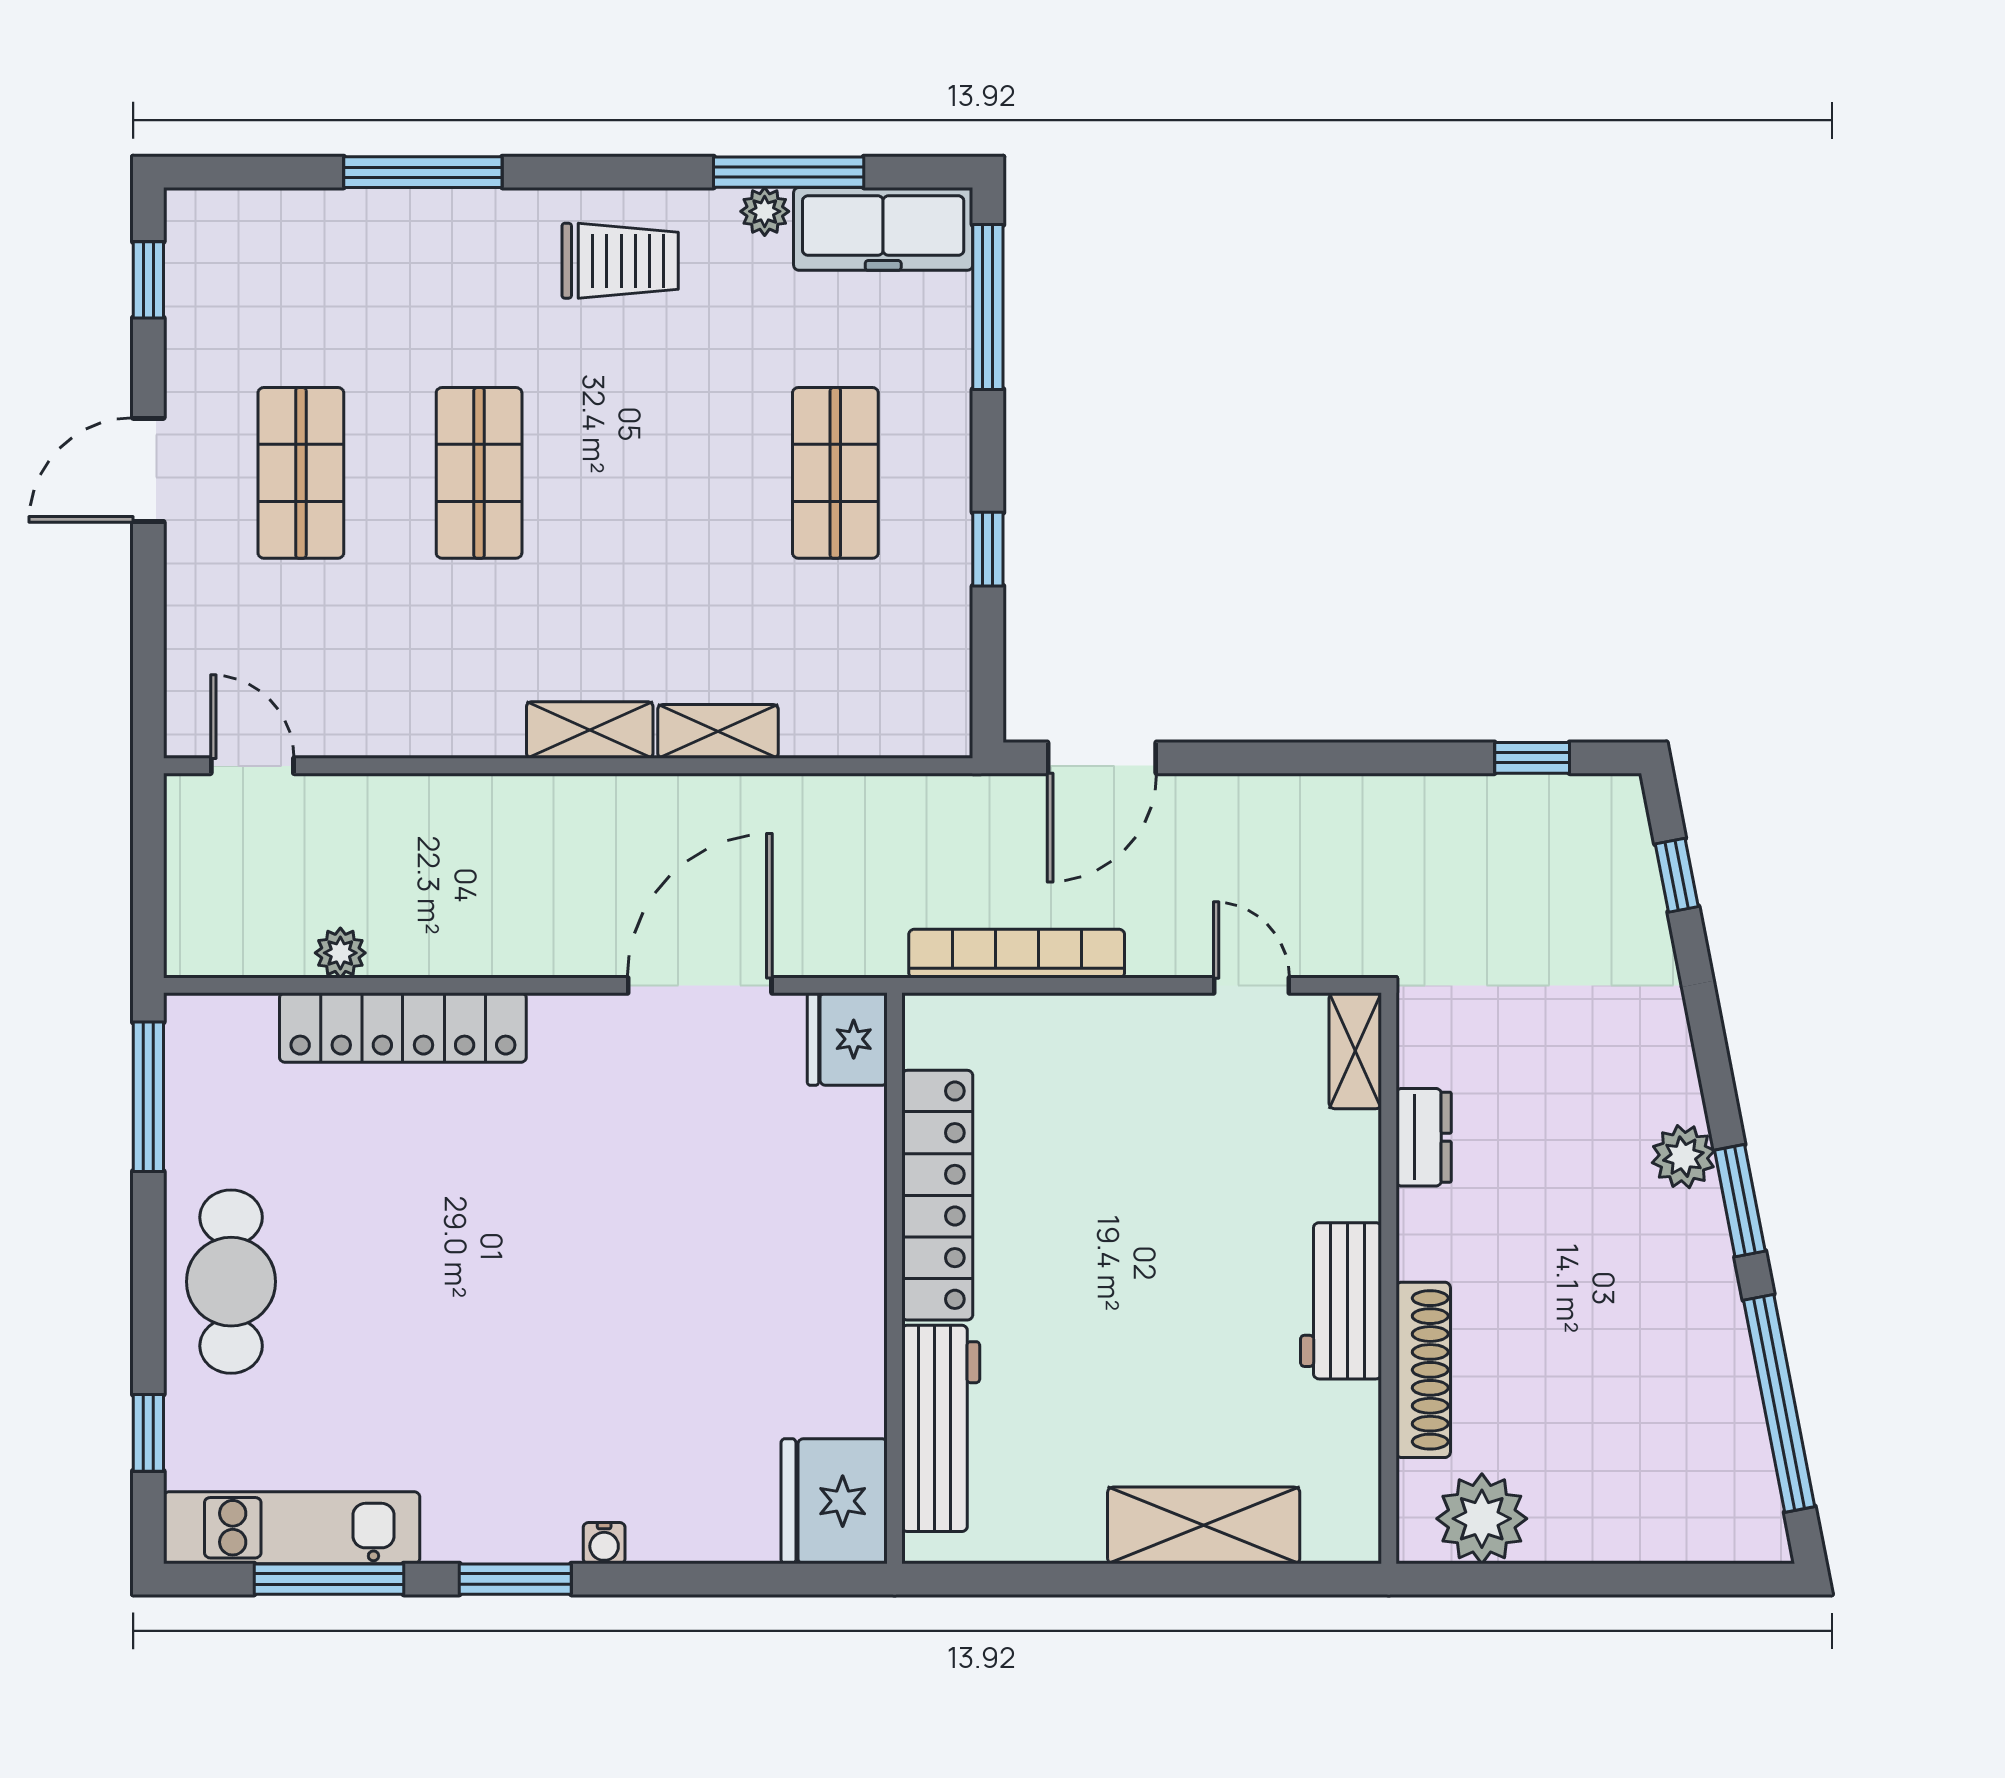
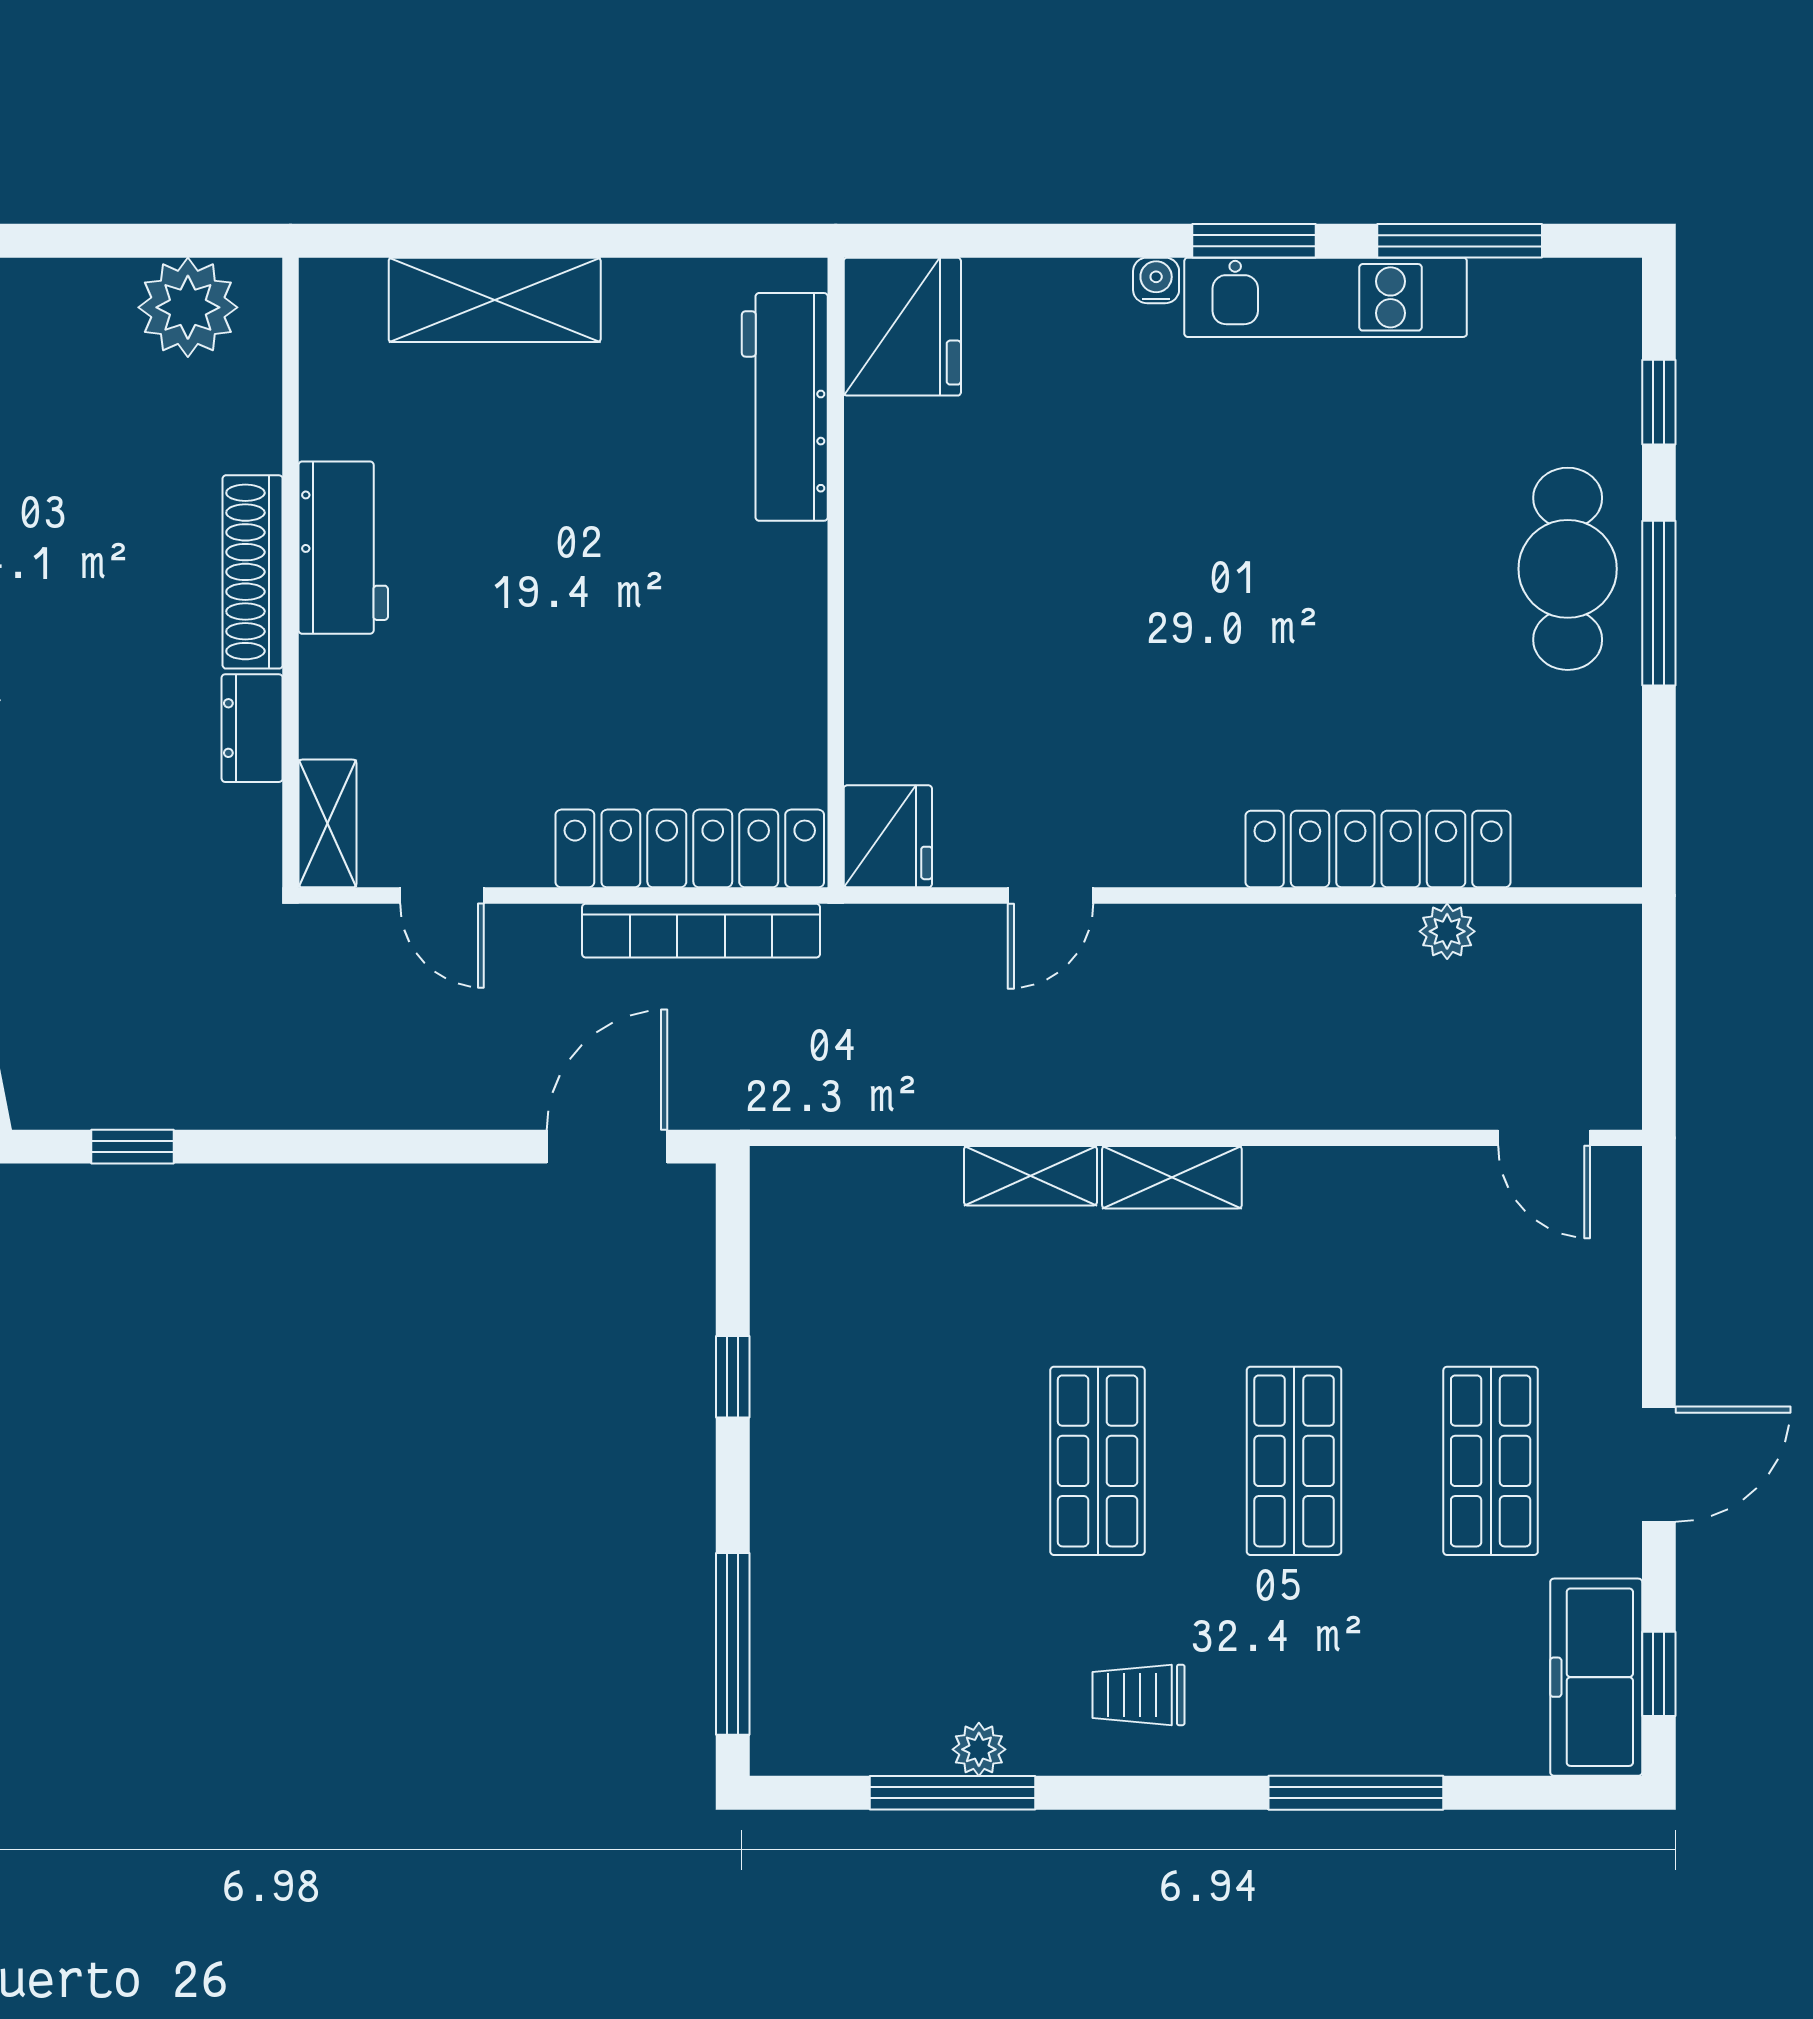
freezer: (883, 229) -> (1596, 1677), moved, turned -90
trolley: (620, 261) -> (1138, 1695), width x0.73, depth x0.72
shop shelf: (835, 473) -> (1098, 1461), moved
door: (700, 985) -> (1051, 896), width x0.53
window: (148, 1097) -> (1659, 603), moved
locker: (937, 1195) -> (690, 848), moved, turned 90
shoe rack: (1423, 1370) -> (253, 572), moved
kitchen unit: (292, 1528) -> (1326, 297), moved

